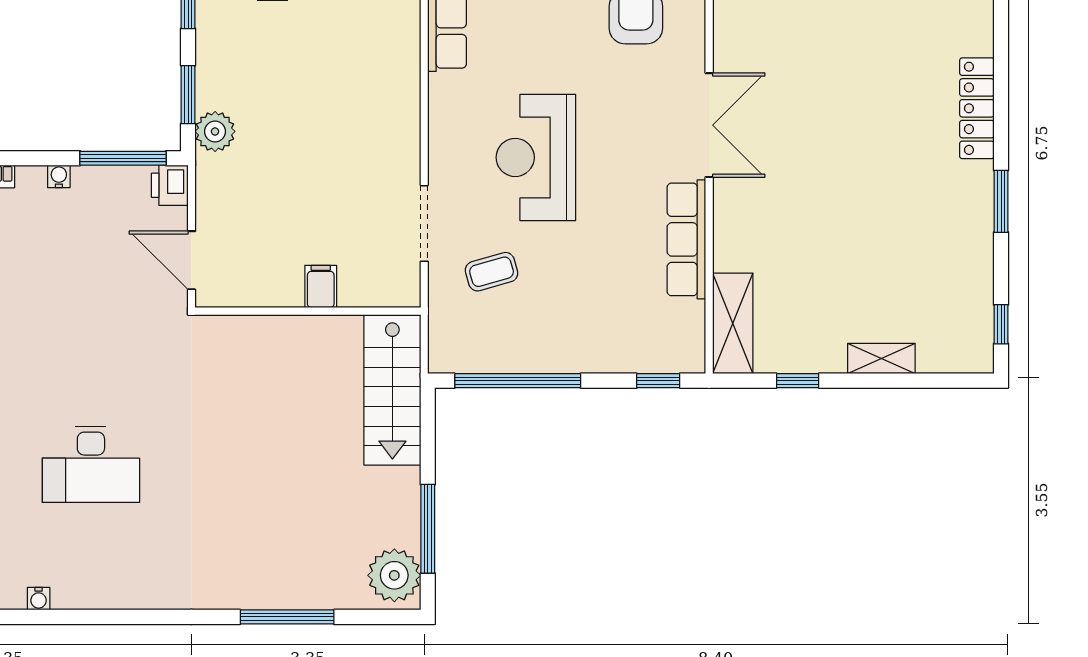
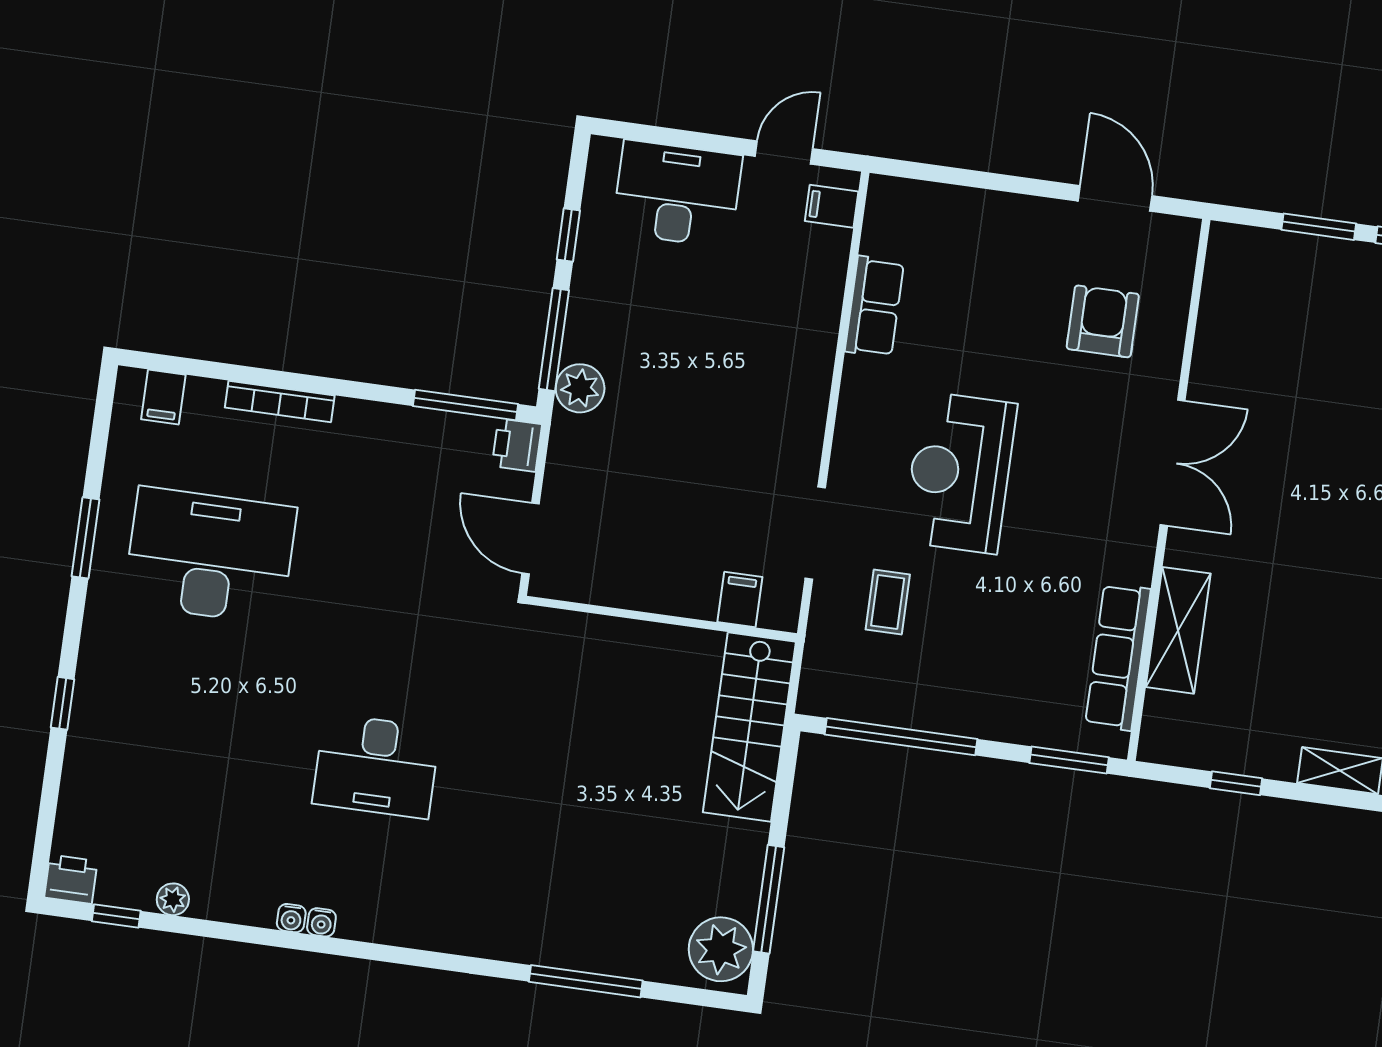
window: (188, 95) -> (554, 340), width x1.44
water cooler: (59, 176) -> (321, 922), moved, turned 180
row of seats: (686, 239) -> (1118, 657), moved
coffee table: (492, 272) -> (888, 602), turned -74
filing cabinet: (321, 286) -> (740, 600), moved
shelving: (733, 323) -> (1178, 630), moved
window: (658, 381) -> (1069, 760), width x1.50

